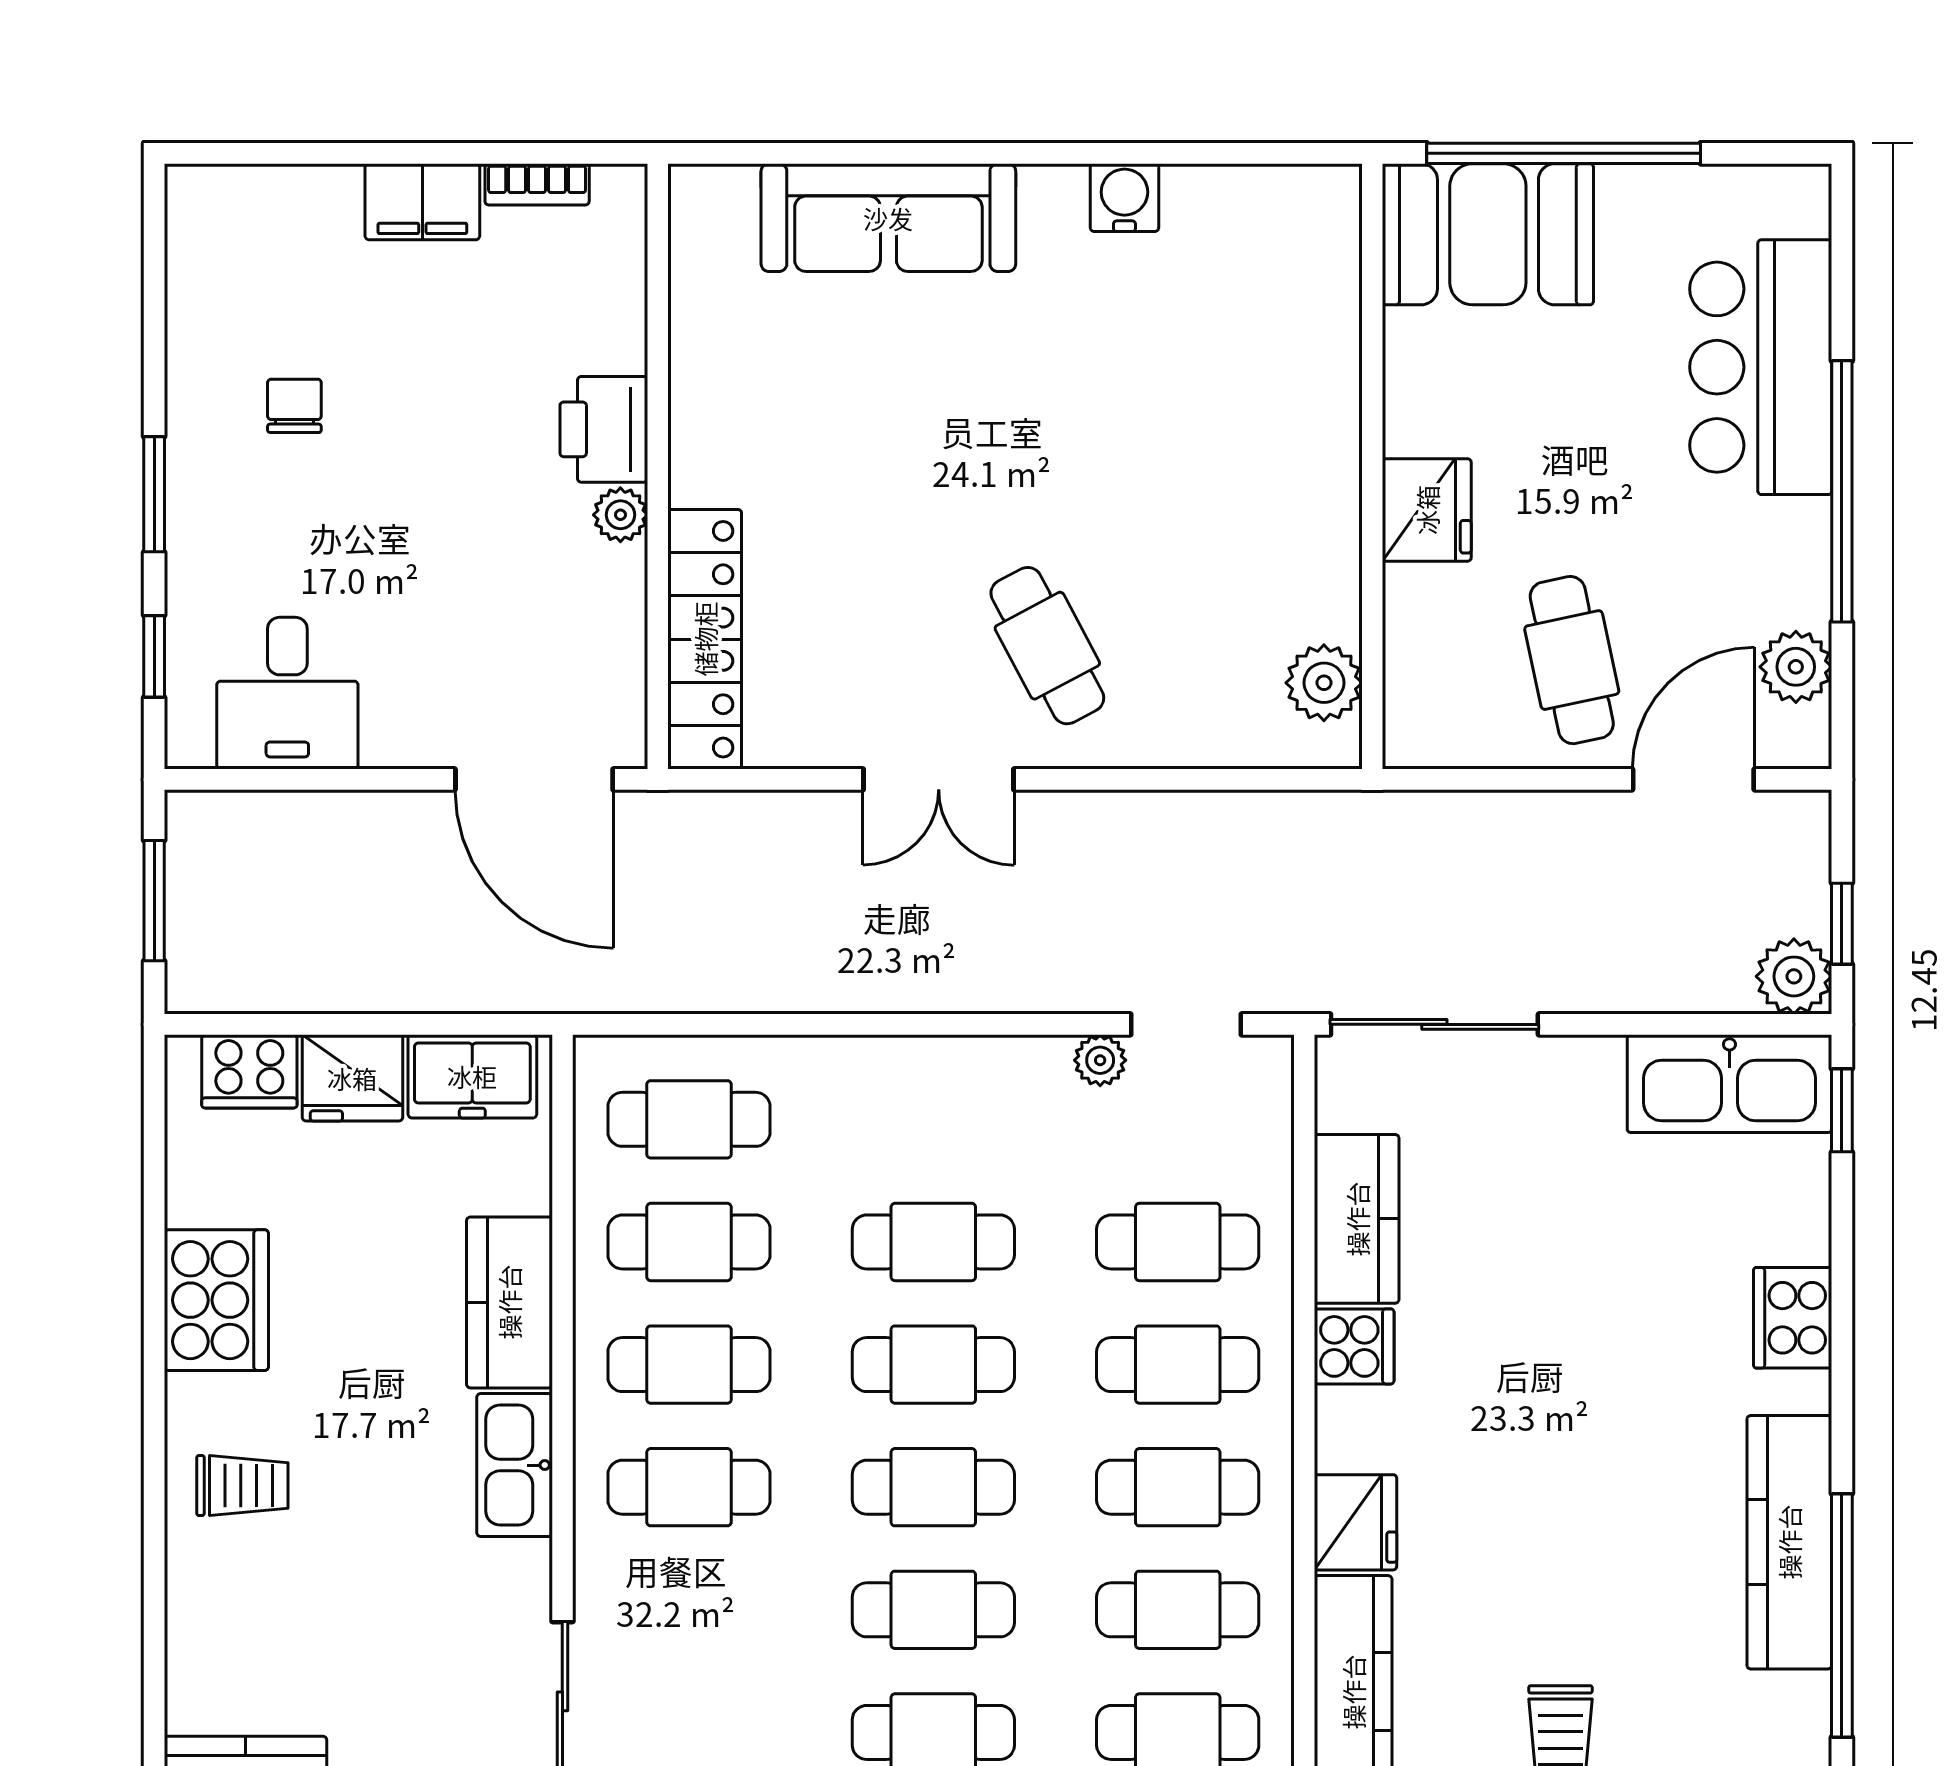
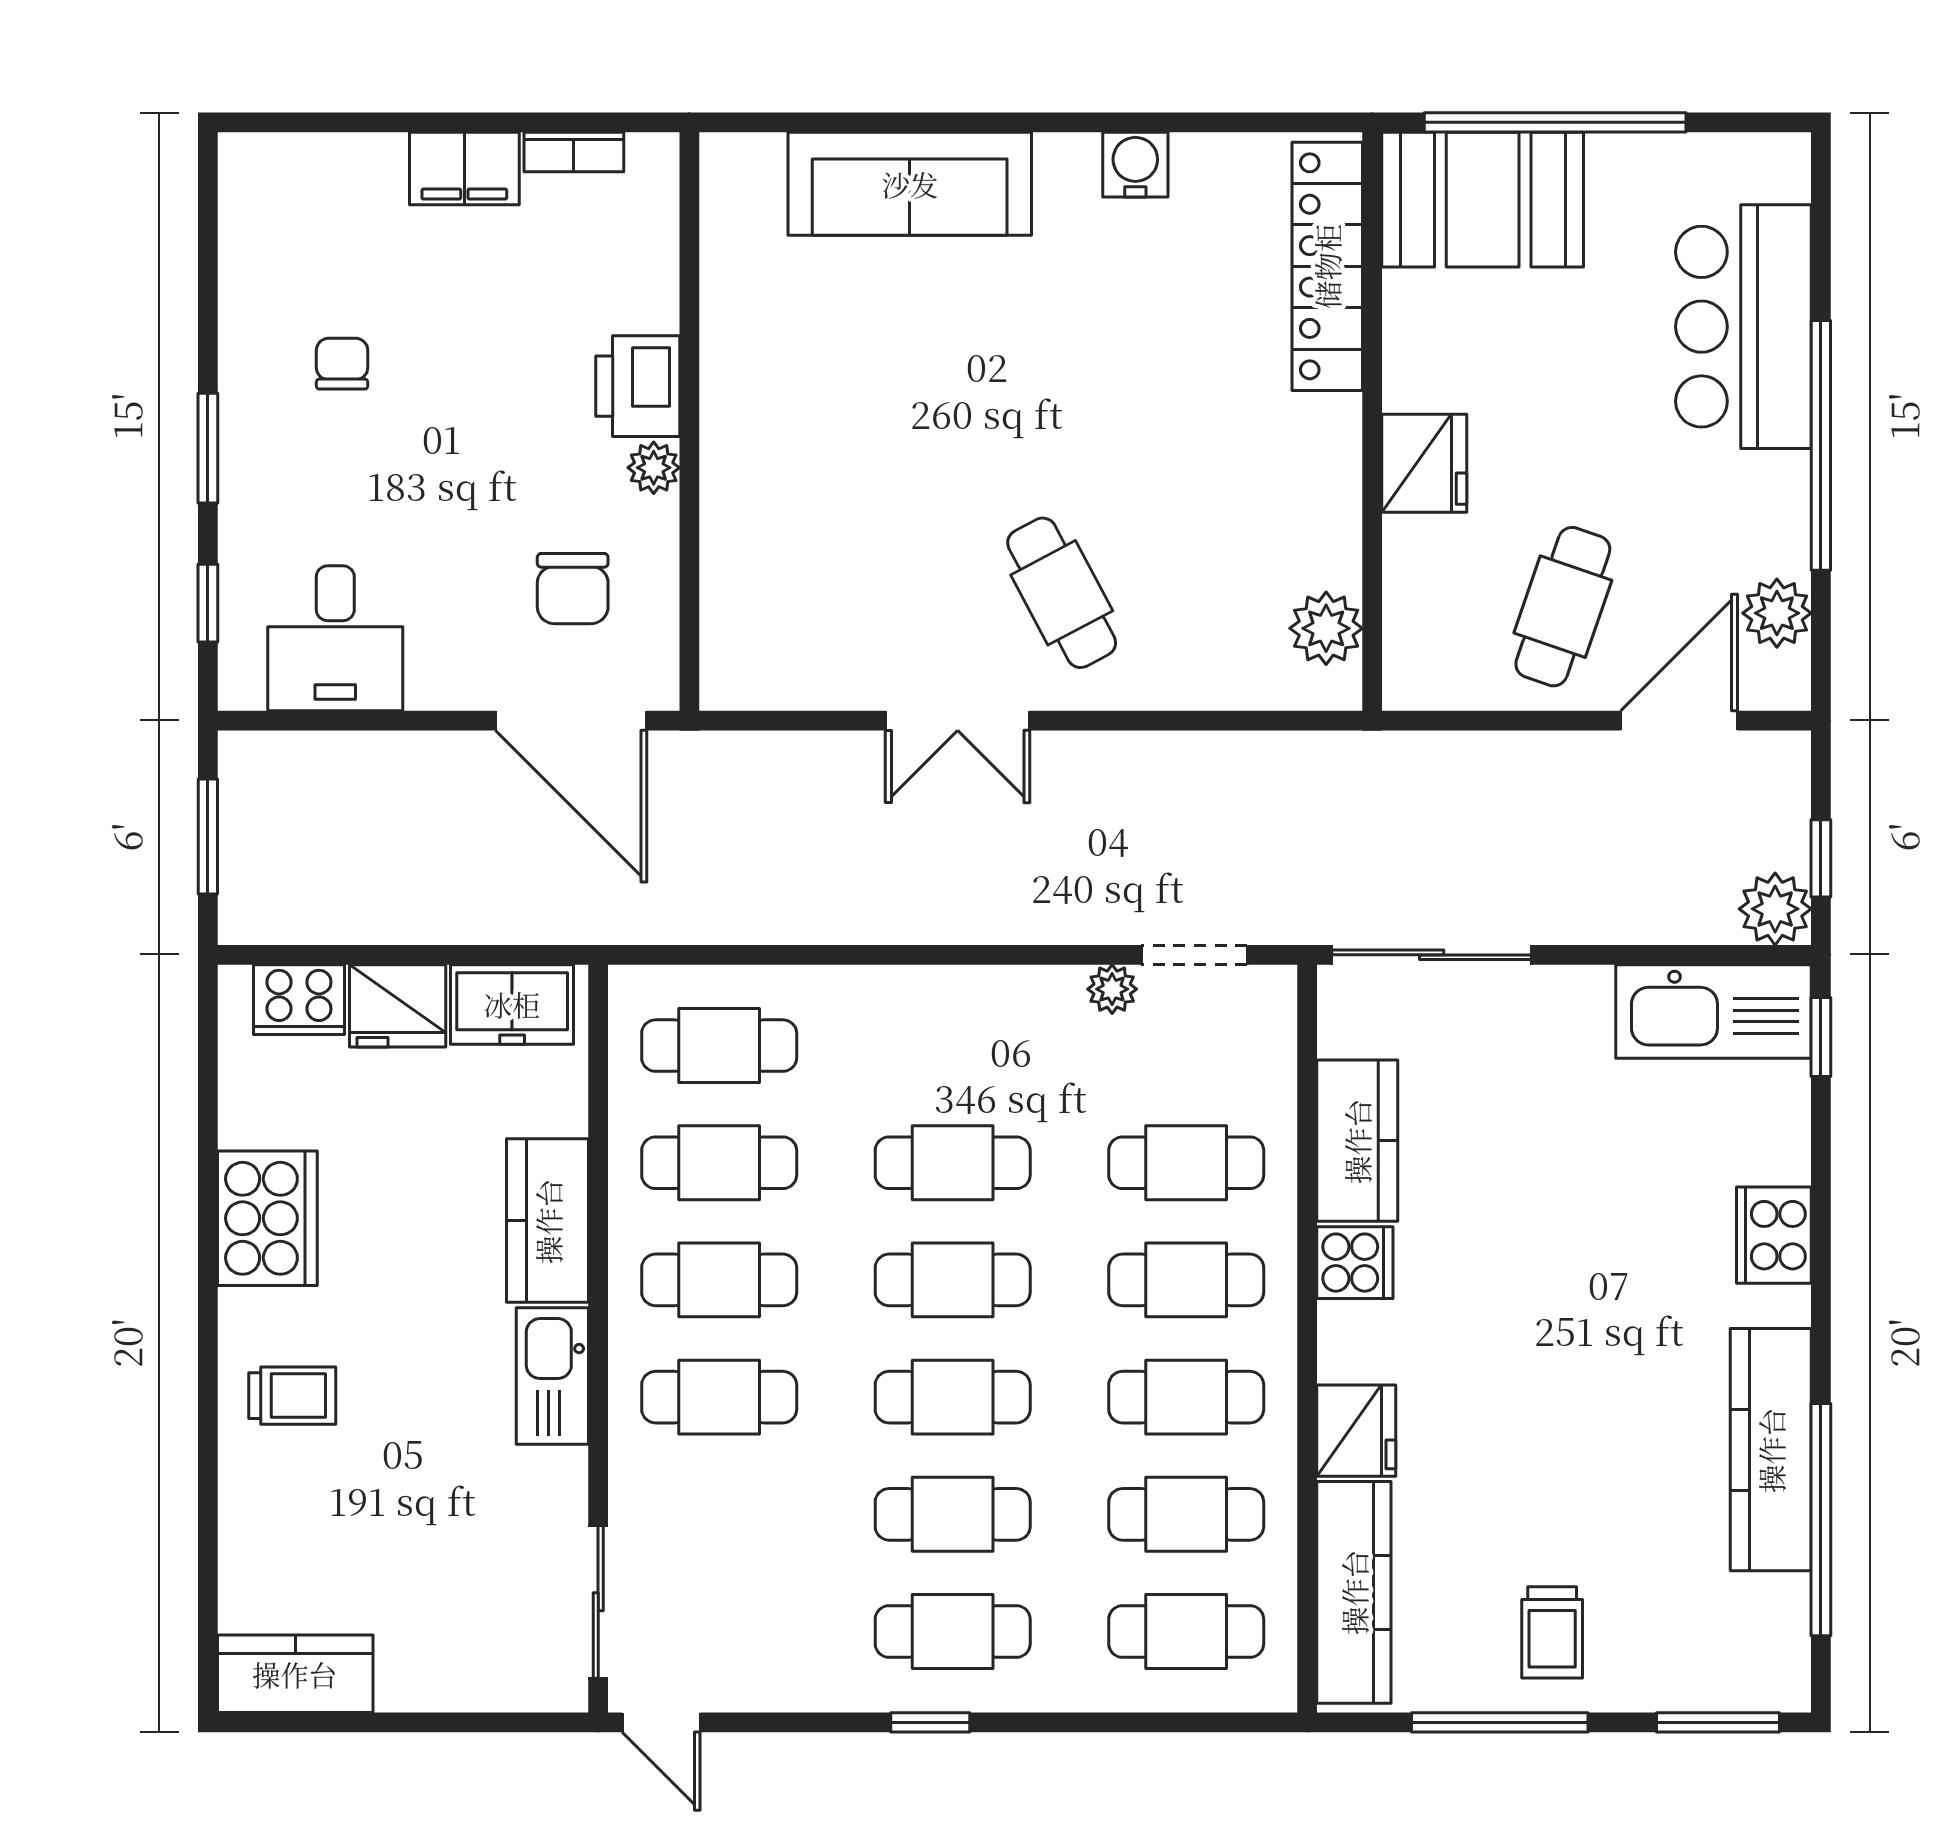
locker: (705, 639) -> (1327, 266), moved, turned 180
chair: (536, 641) -> (573, 589), added
cafe table: (1572, 660) -> (1563, 607), turned 31

